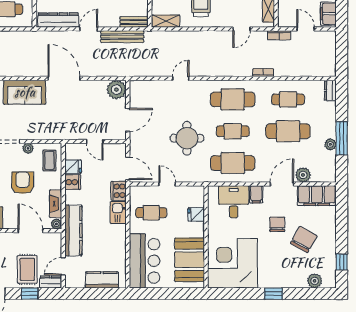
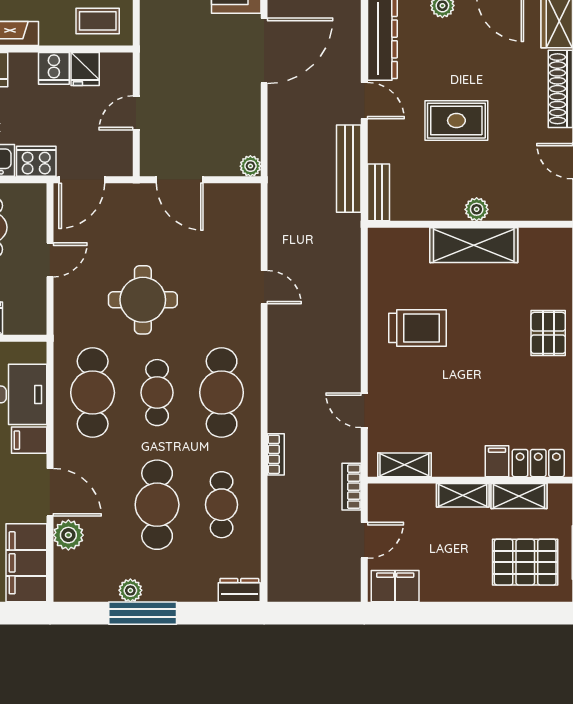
shelving: (166, 21) -> (380, 257), removed
plant: (116, 90) -> (250, 166), width x0.53, depth x0.53

